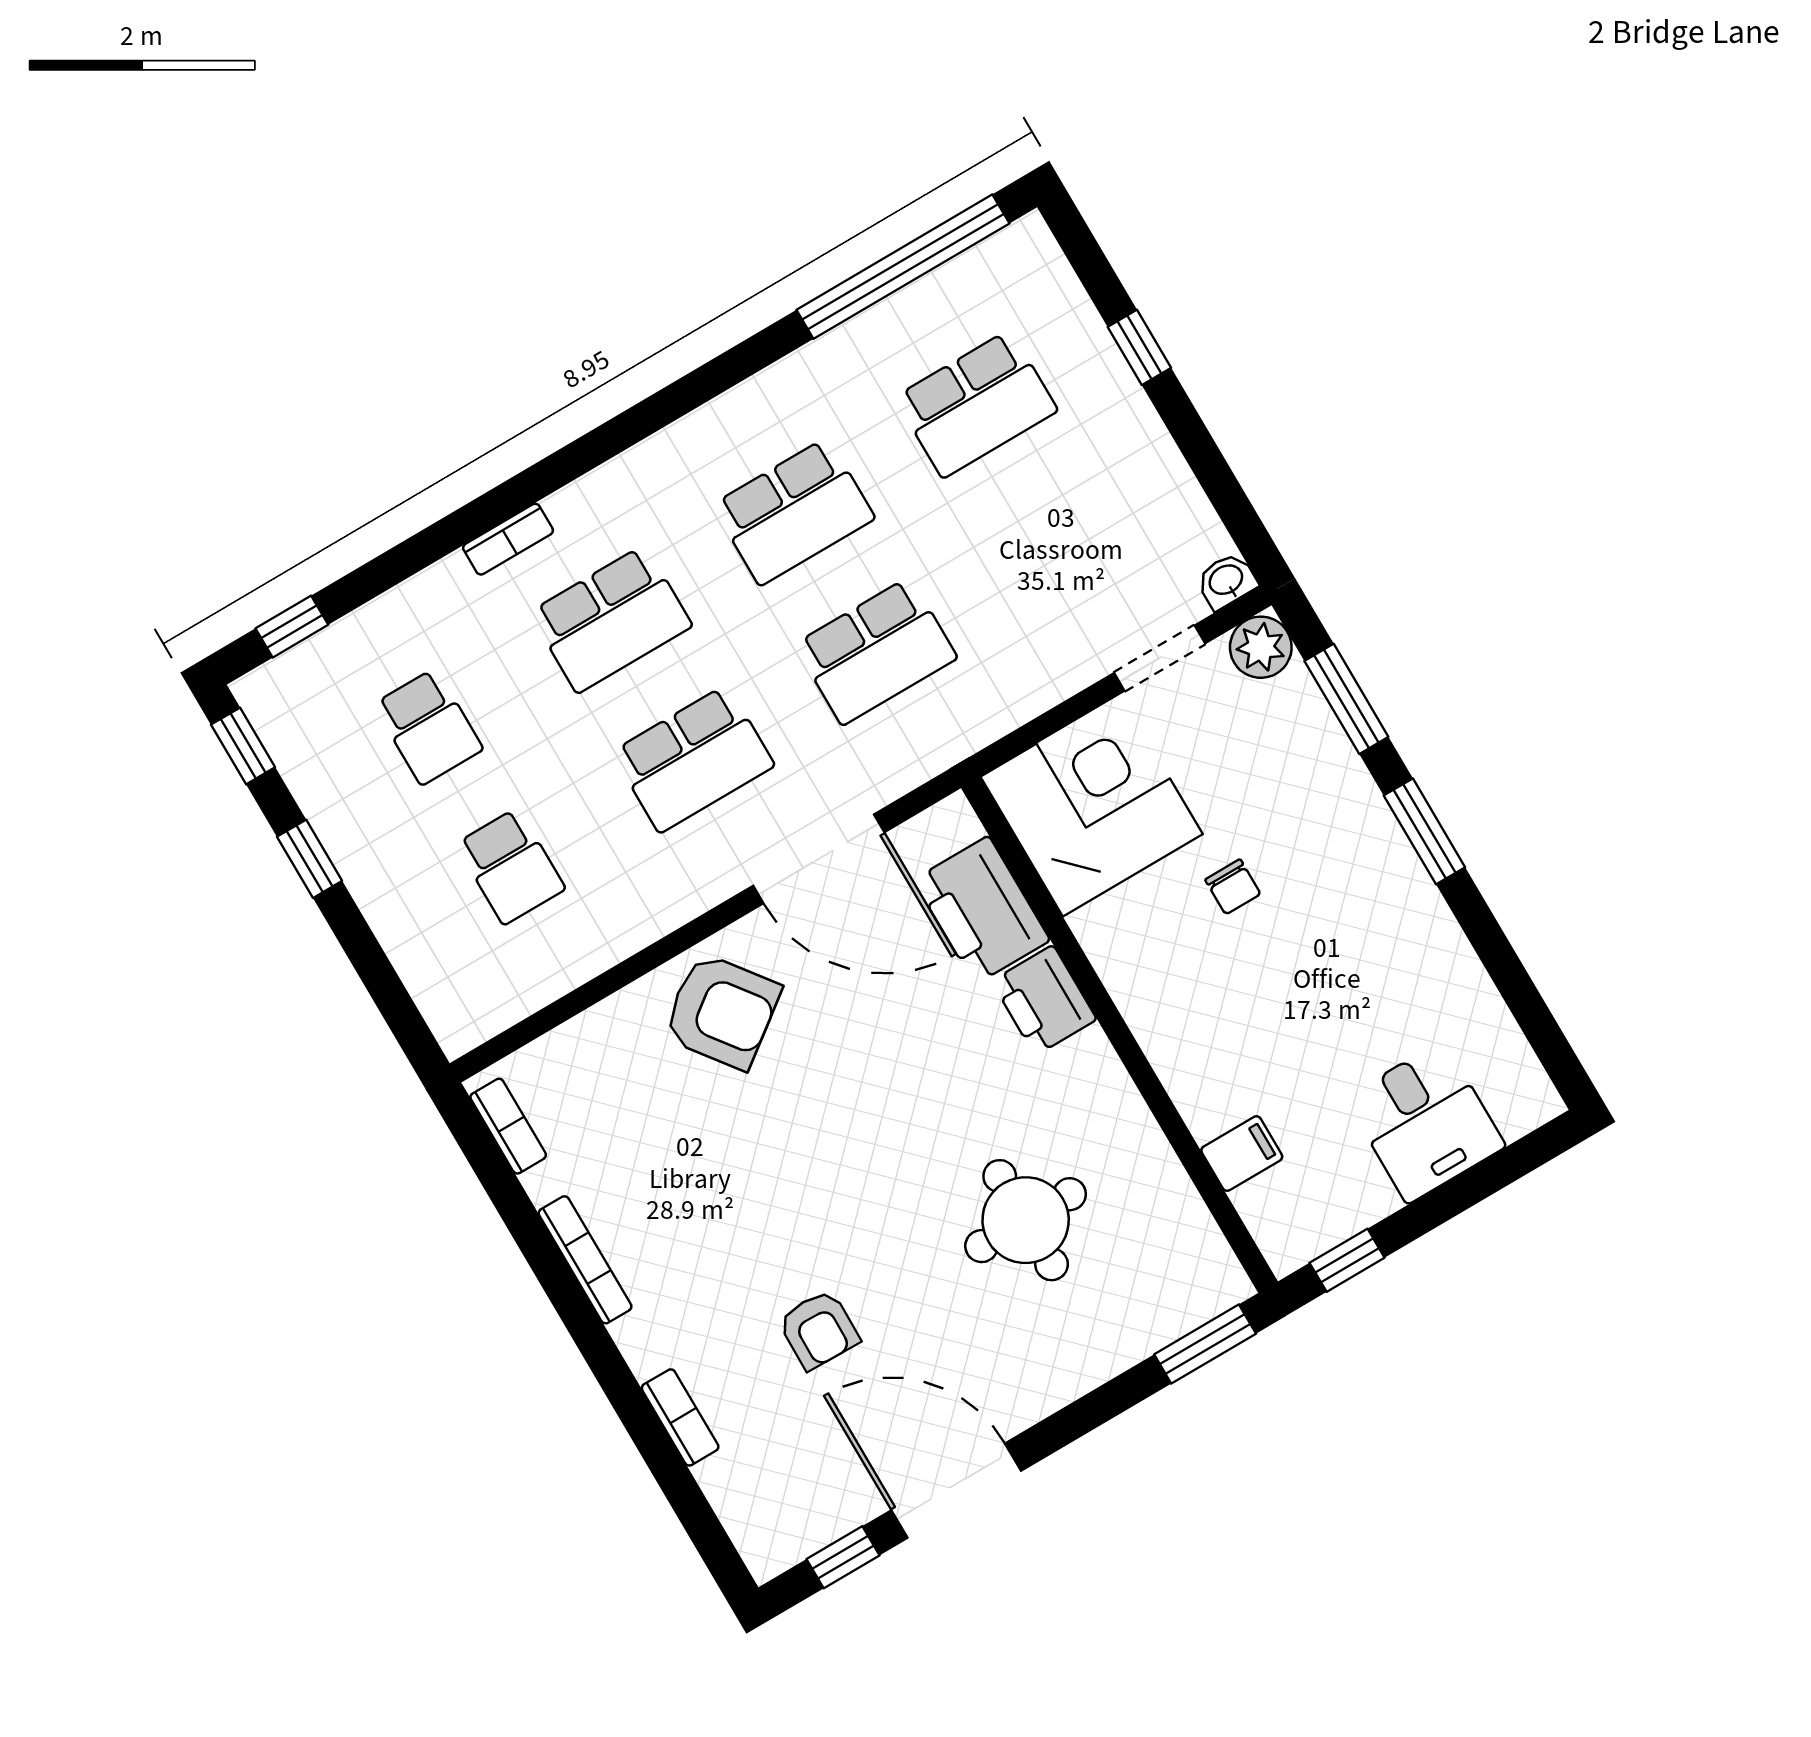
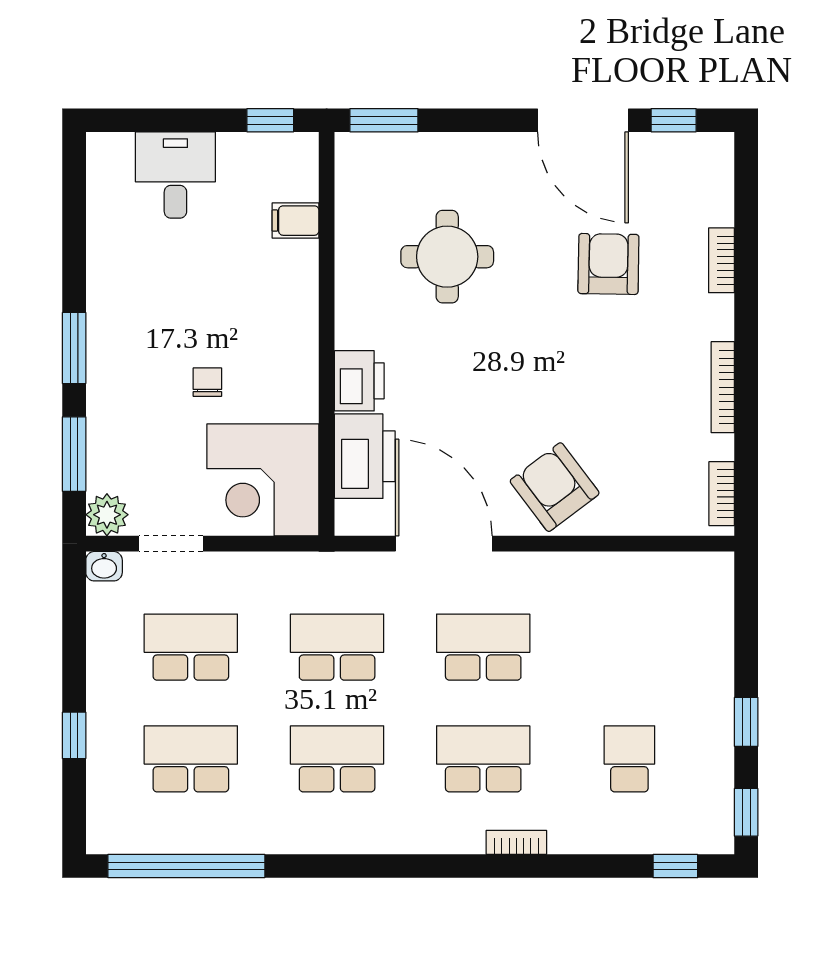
school desk: (511, 866) -> (191, 647), moved, width x1.85
armchair: (819, 1330) -> (608, 264), width x1.38, depth x1.38

